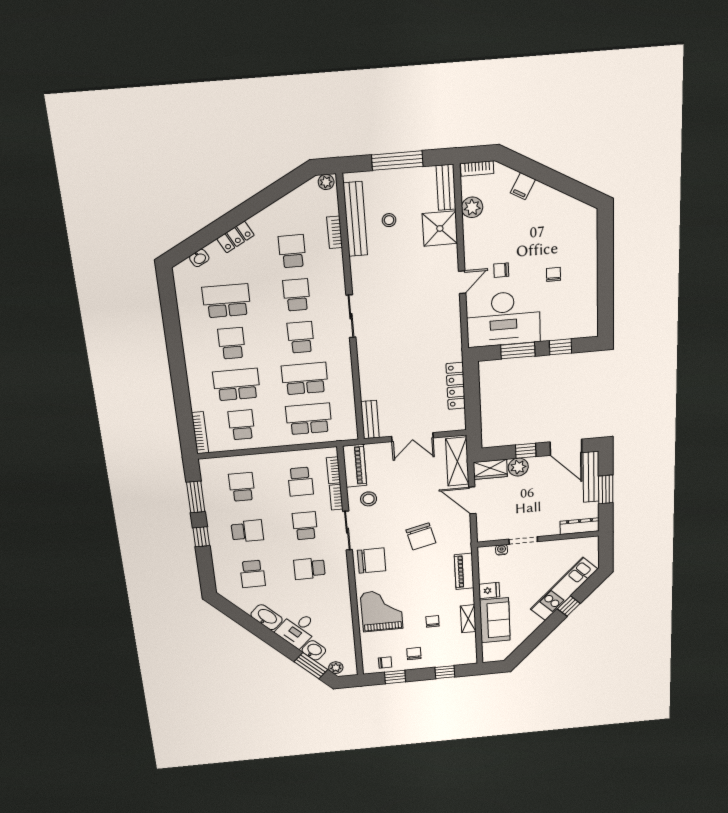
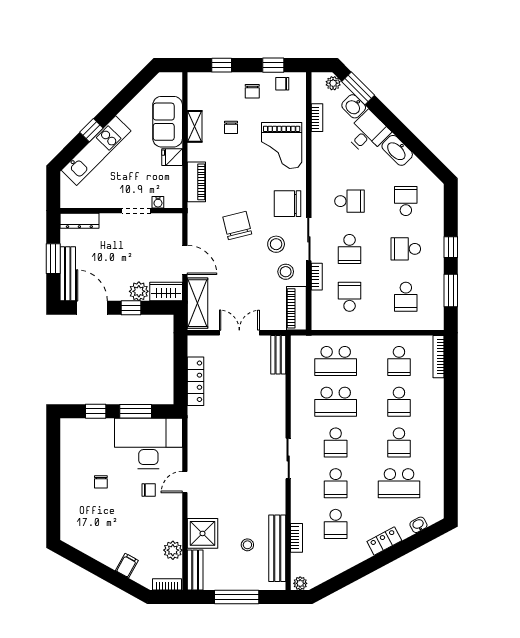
school desk: (237, 385) -> (399, 402), width x0.54
bookcase: (333, 470) -> (317, 118), moved
stool: (380, 523) -> (276, 244), added

